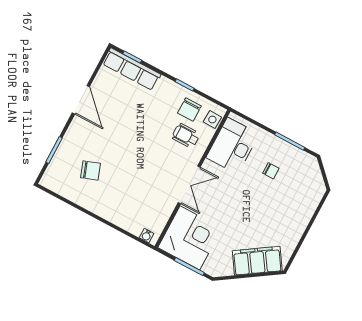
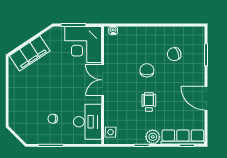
plant: (166, 88) -> (153, 137), added
chair: (189, 109) -> (147, 70), moved
wheelchair: (186, 136) -> (149, 102), moved, turned -90

